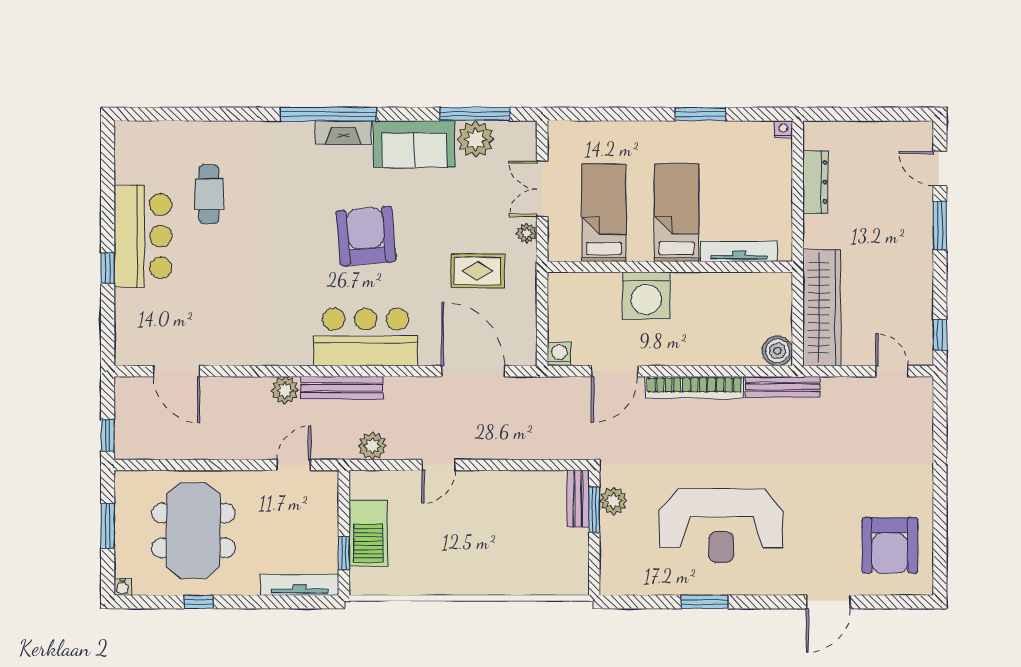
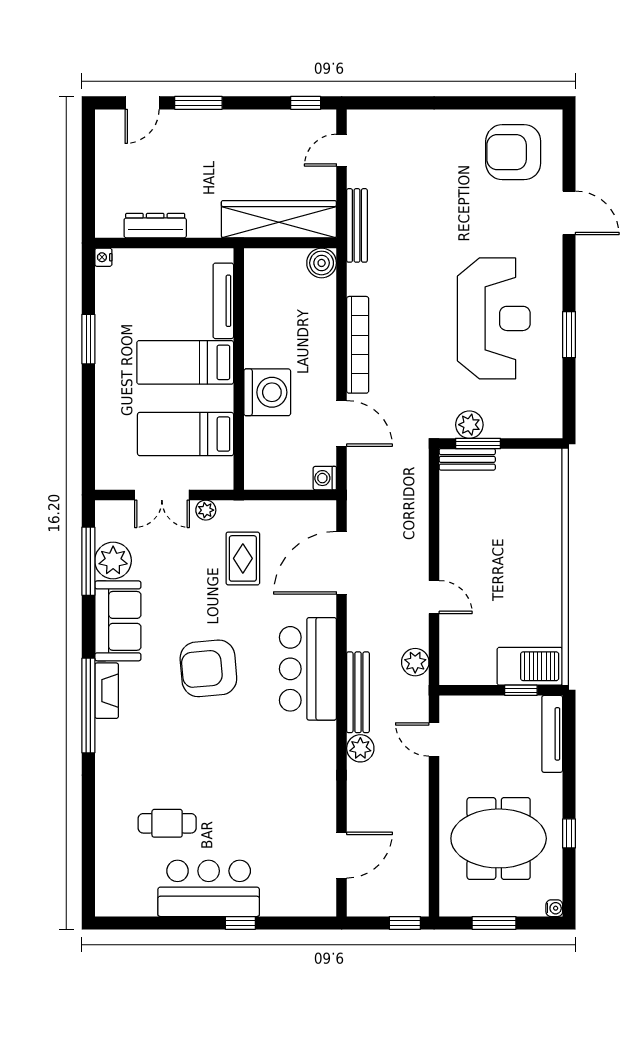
bench: (783, 387) -> (357, 225), moved
barbecue: (368, 533) -> (530, 666), moved
armchair: (890, 545) -> (513, 152), turned 180

